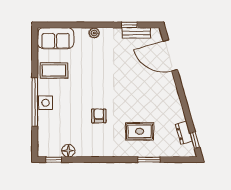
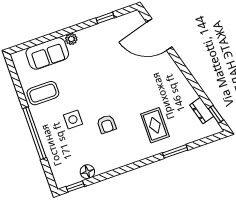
bench: (136, 33) -> (115, 23), removed
sofa: (56, 38) -> (47, 53), moved
side table: (45, 103) -> (73, 119), moved
armchair: (99, 116) -> (107, 124), turned 180
rug: (140, 131) -> (155, 125), turned 90

